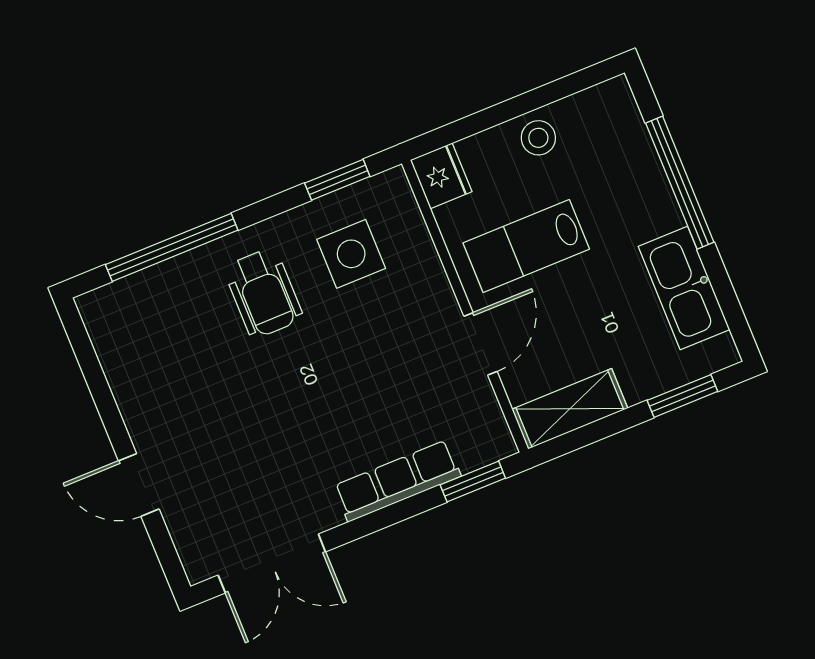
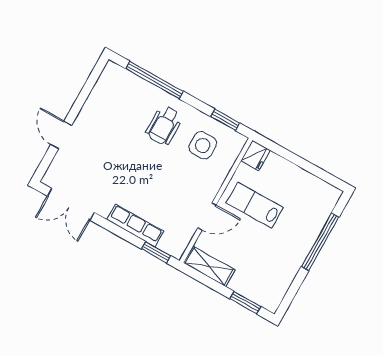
stool: (538, 138) -> (296, 179), removed
kitchen sink: (684, 288) -> (284, 273), removed

